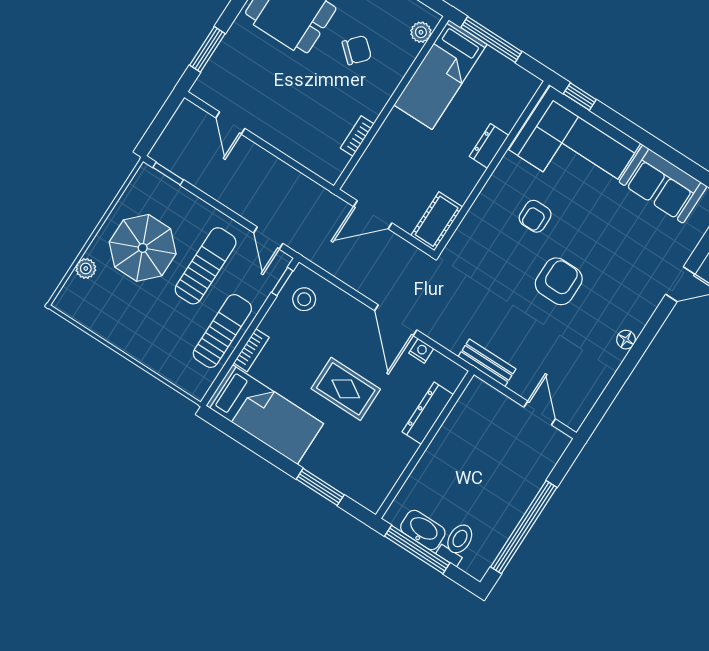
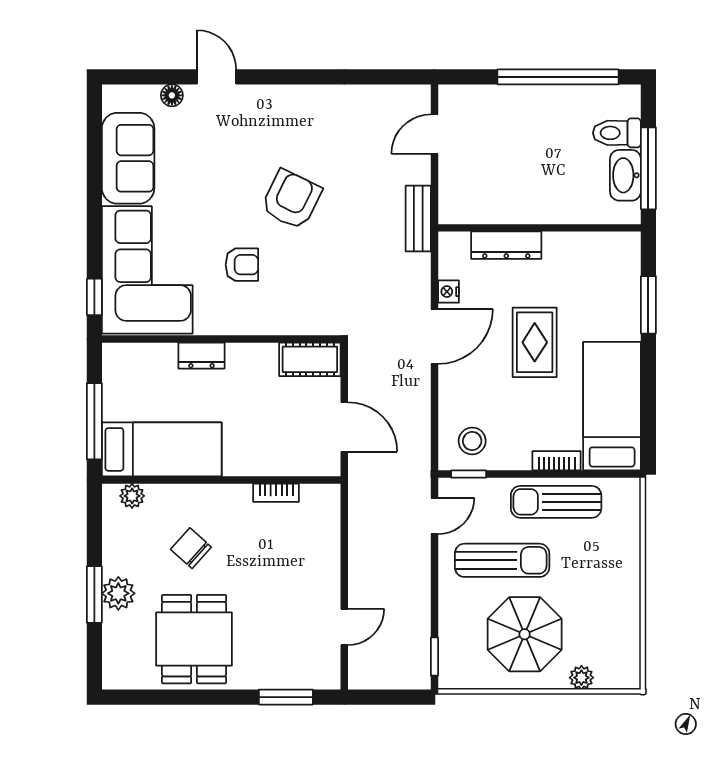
sun lounger: (206, 266) -> (502, 560), turned 180
armchair: (559, 281) -> (291, 200), turned 116
floor lamp: (626, 340) -> (172, 95), moved

